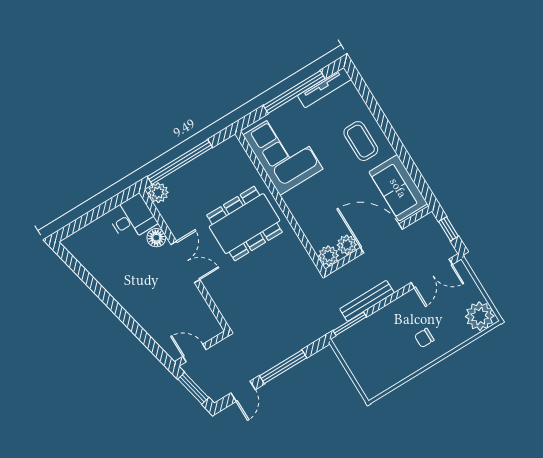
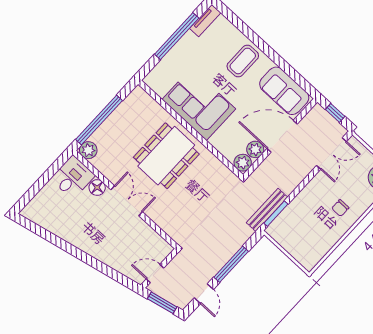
tv unit: (324, 88) -> (205, 21), width x0.71
coffee table: (361, 141) -> (243, 61), turned 90
corner sofa: (283, 152) -> (199, 104), moved
bench: (367, 301) -> (267, 210), moved

